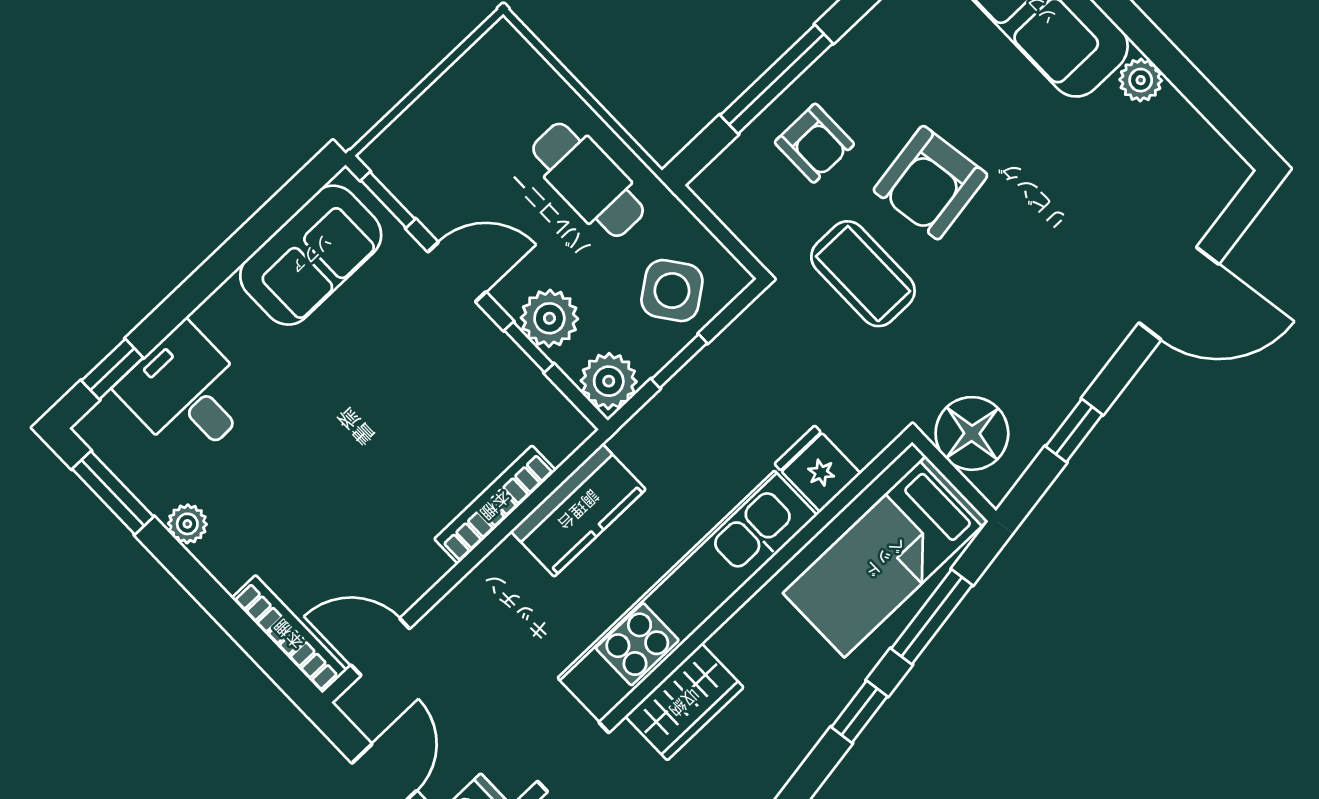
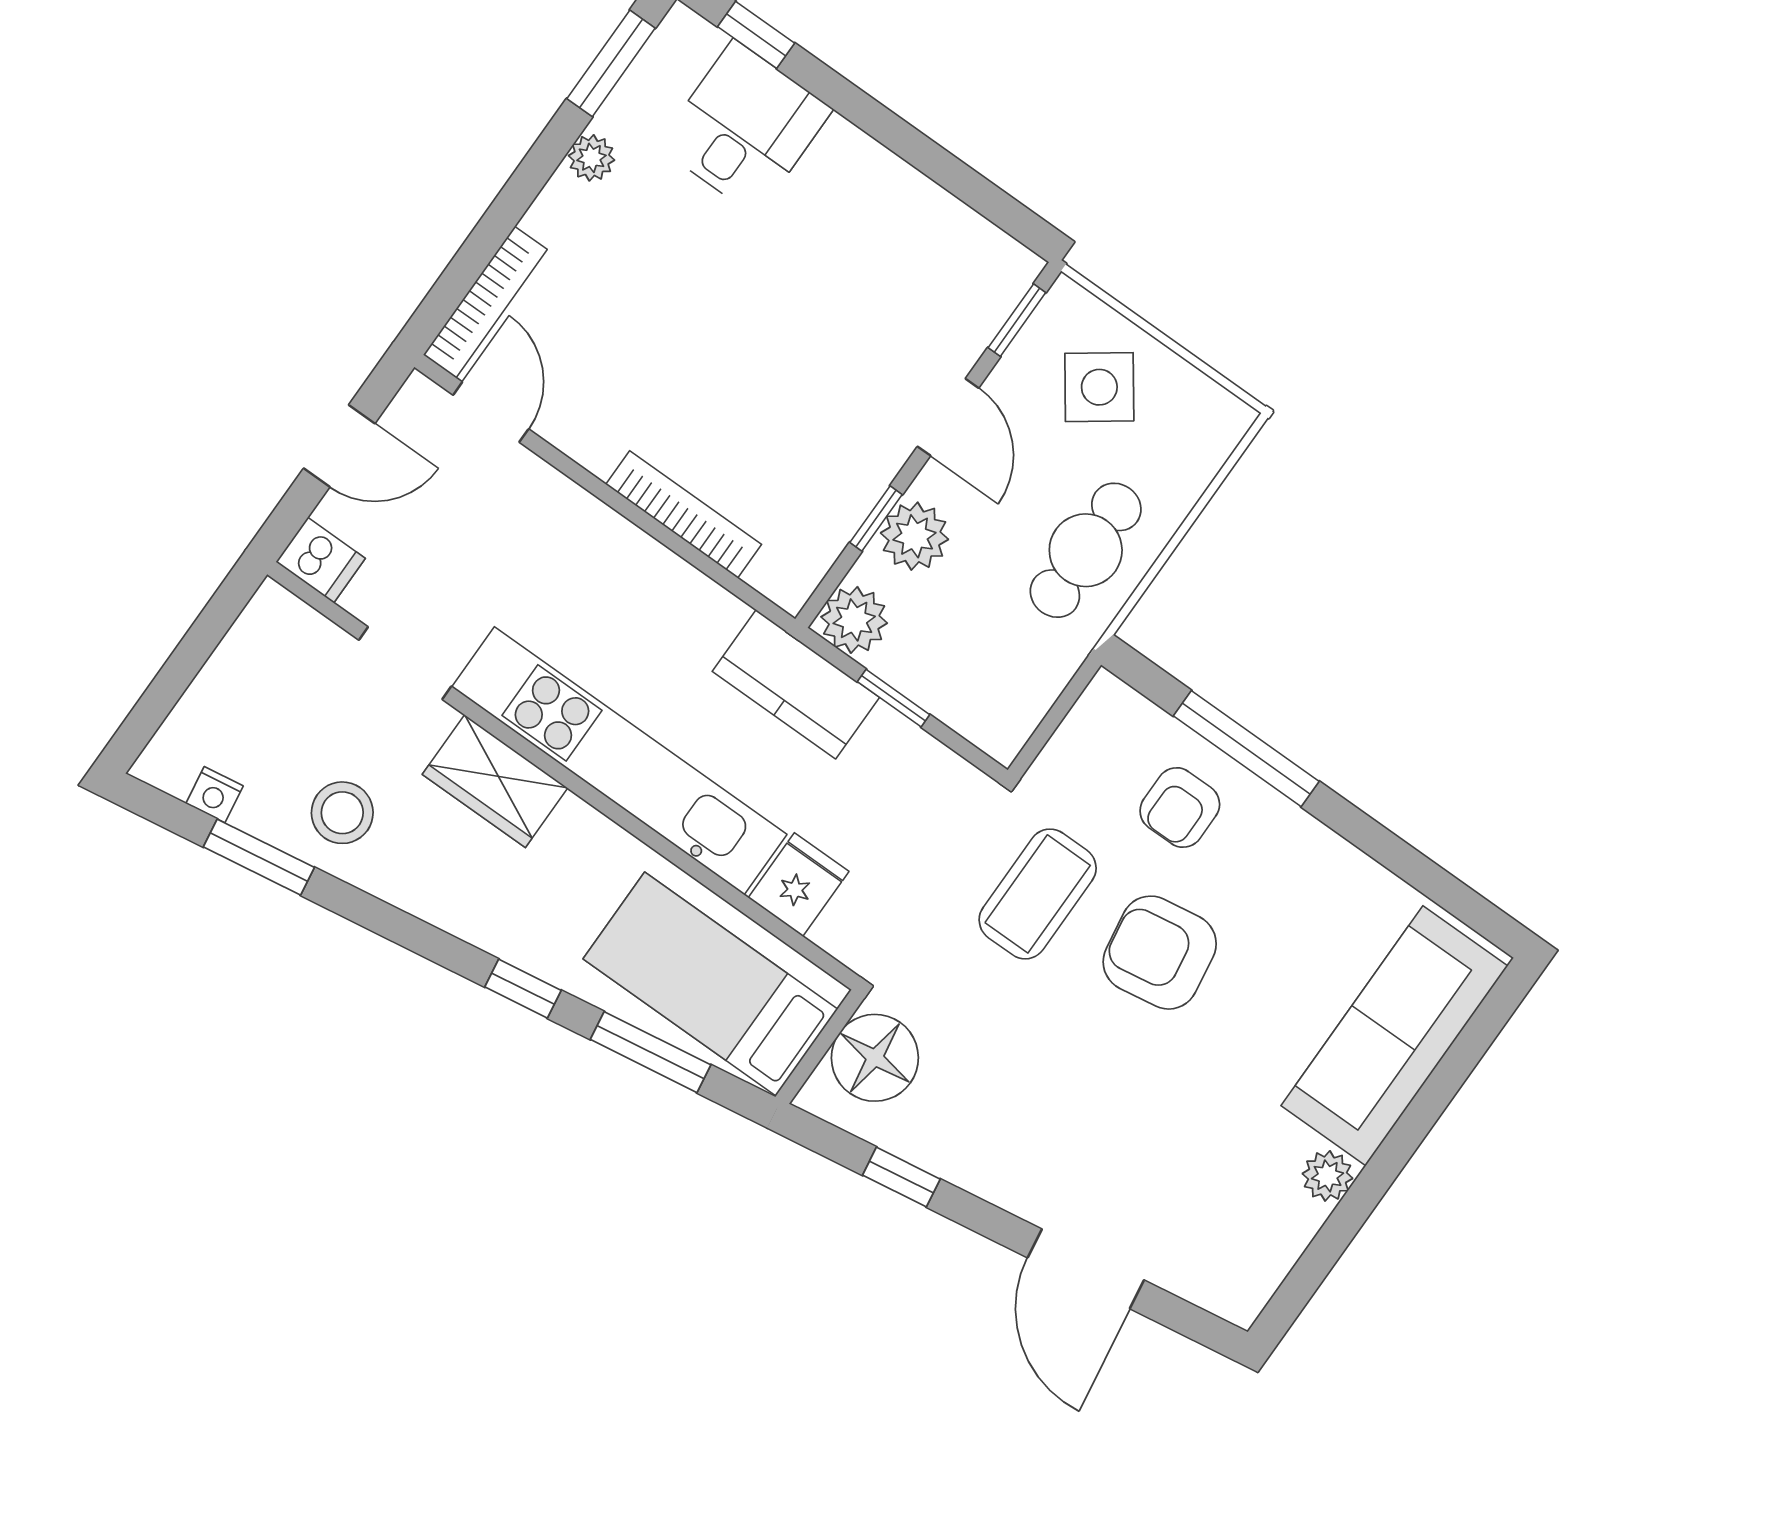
sofa: (311, 255) -> (935, 242), removed
side table: (672, 291) -> (1099, 387), moved
kitchen counter: (578, 510) -> (796, 684), moved

